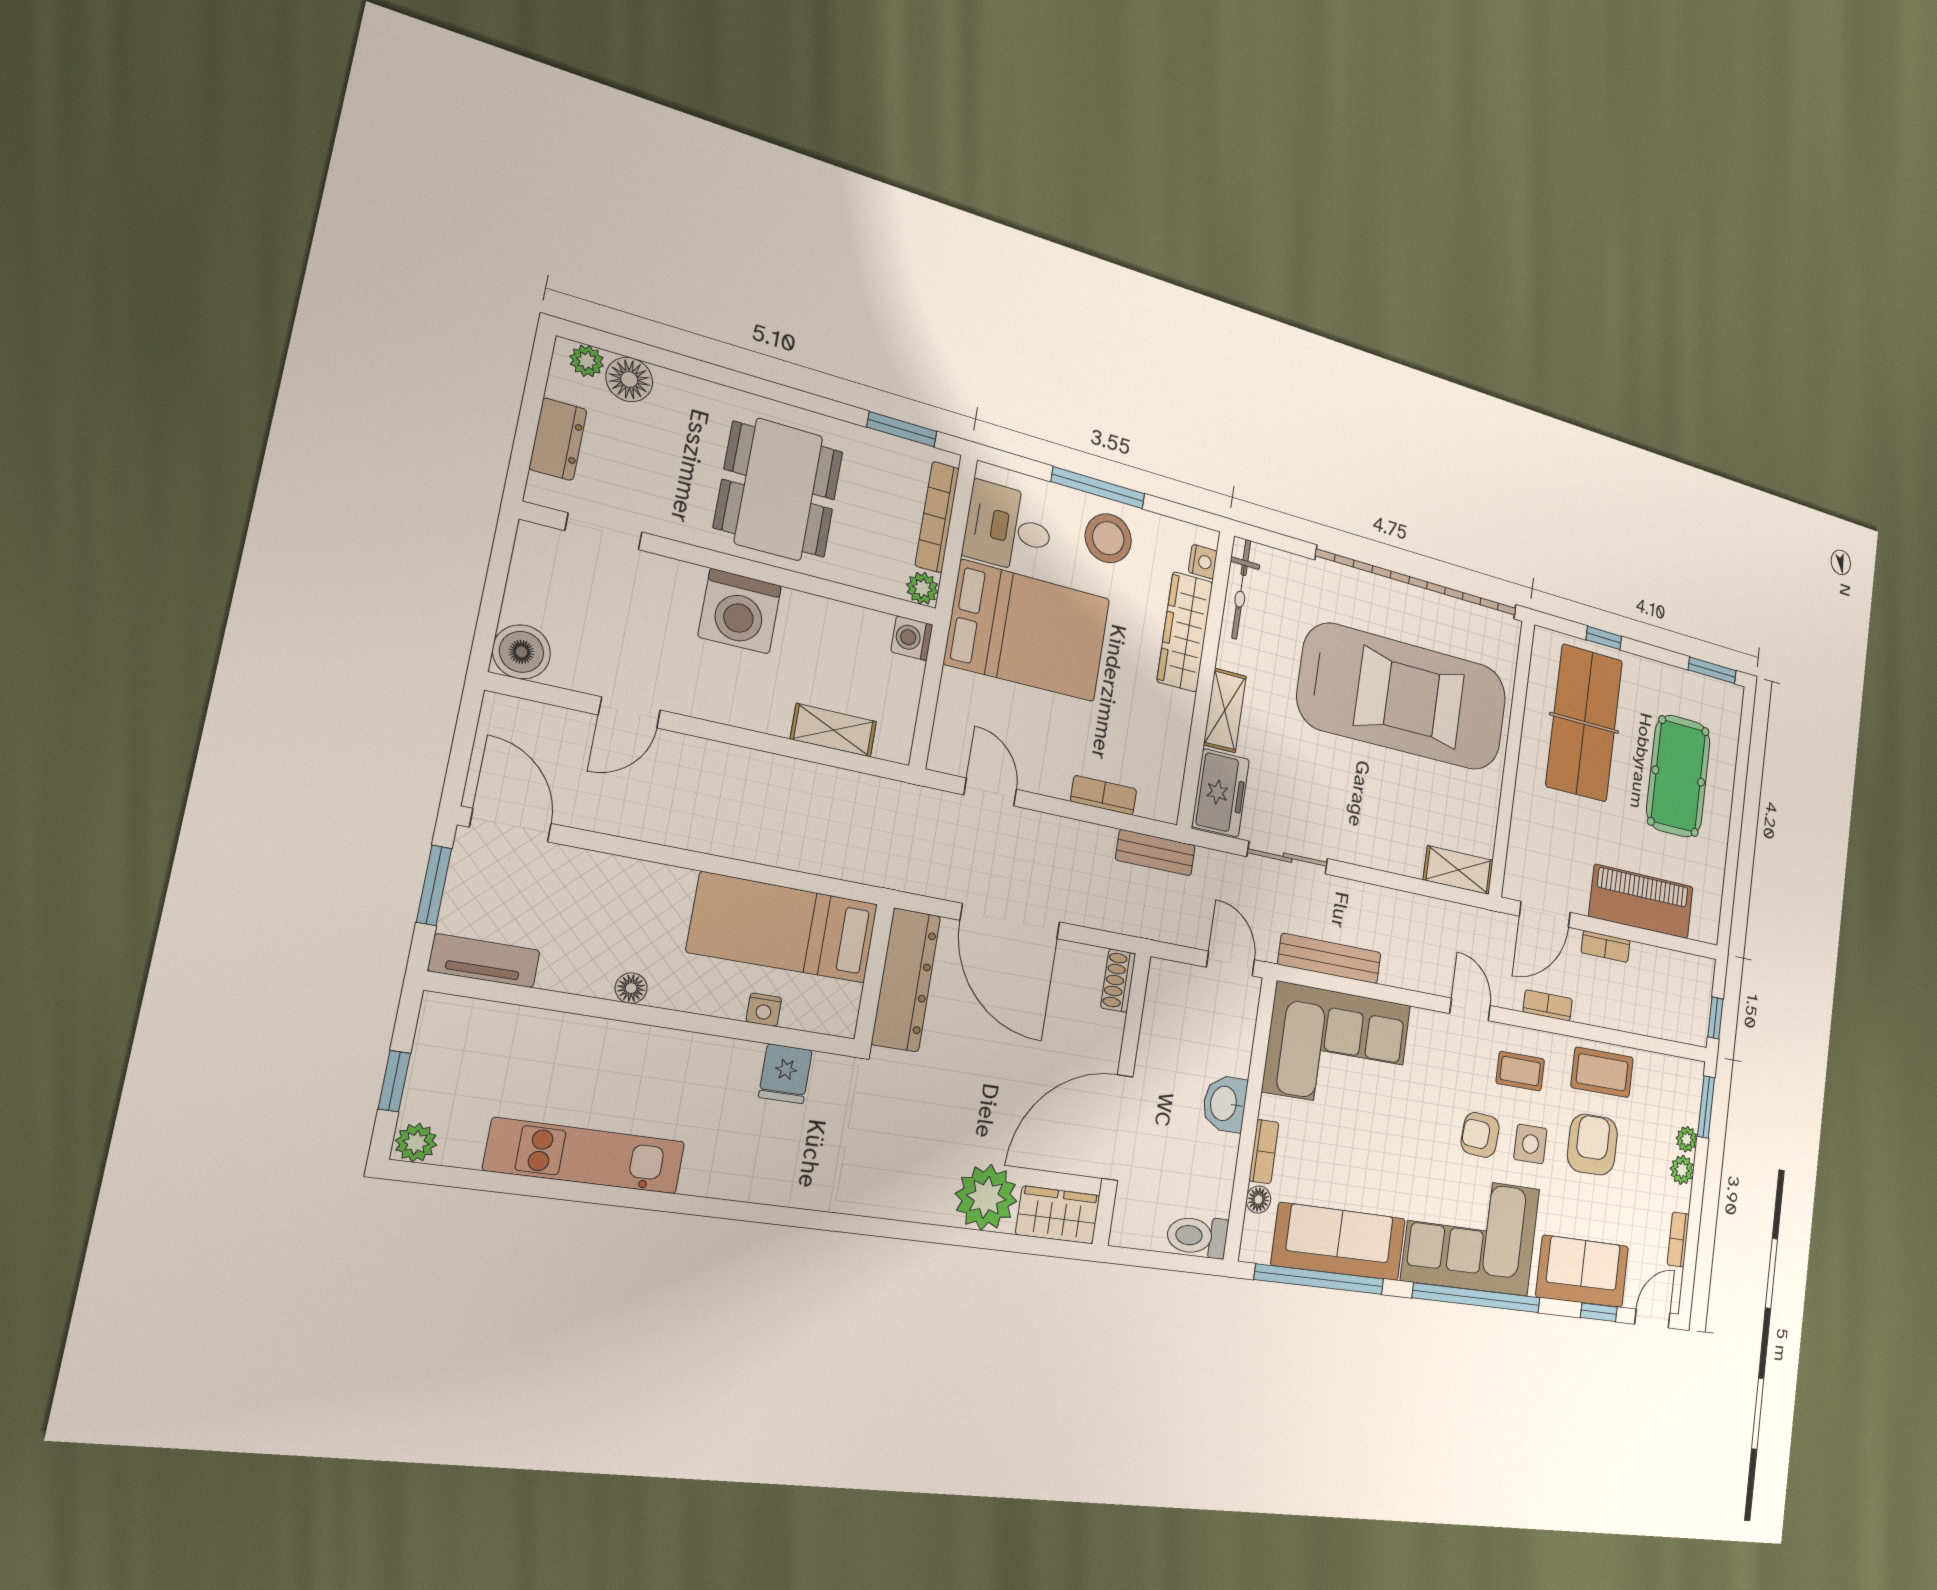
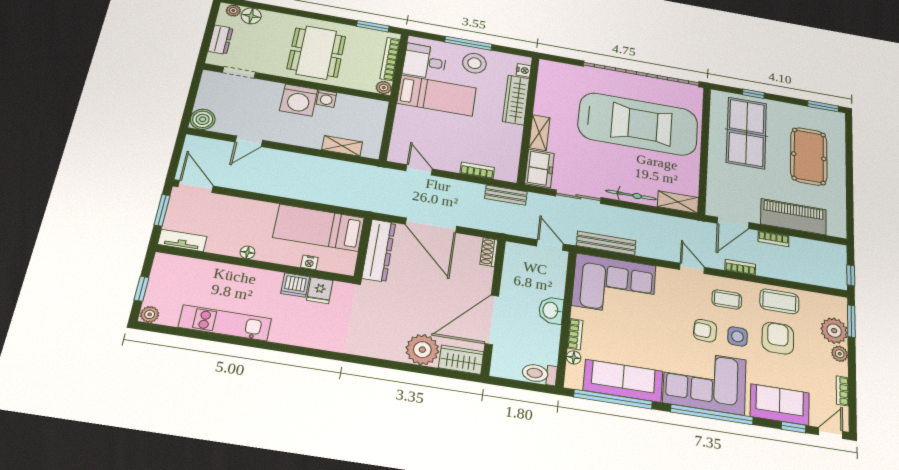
bicycle: (1241, 589) -> (631, 195), moved, turned -90
bed: (1028, 631) -> (437, 96), width x0.67
washing machine: (912, 638) -> (326, 99), moved, turned -90
dishwasher: (734, 1063) -> (295, 285), added
plant: (1687, 1139) -> (834, 331), width x1.88, depth x1.88

